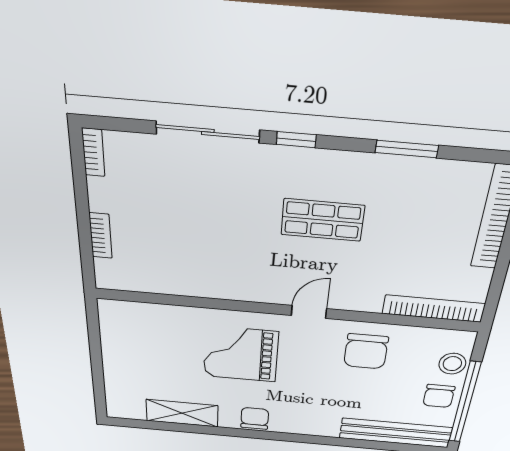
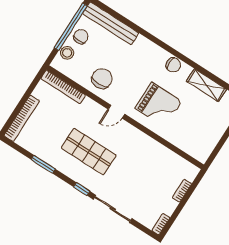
shop shelf: (323, 220) -> (89, 152), width x1.43, depth x1.36
chair: (255, 418) -> (173, 65), turned -90

